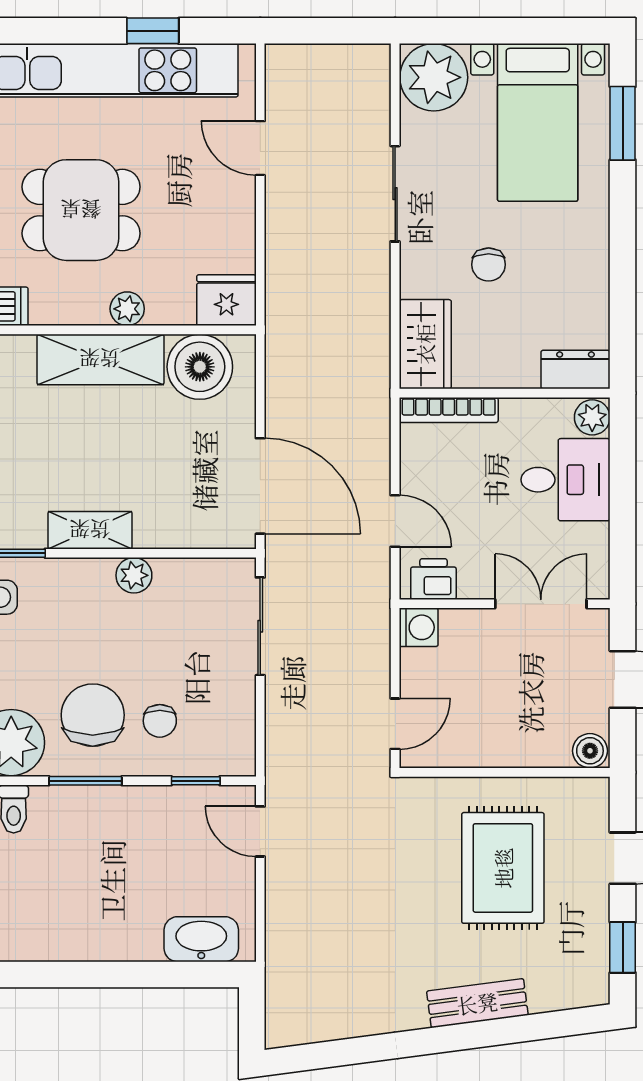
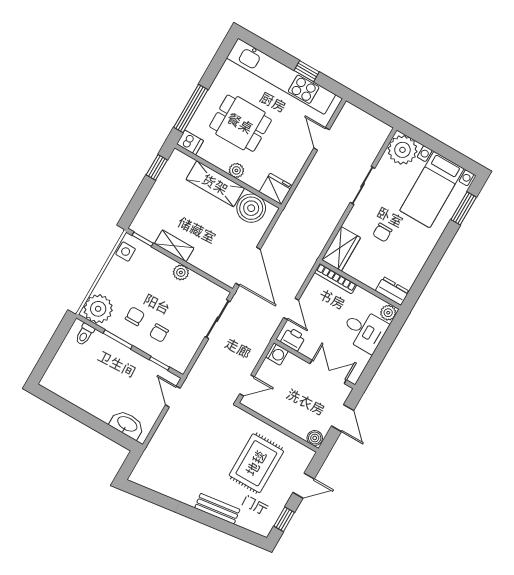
chair: (93, 715) -> (135, 316), width x0.54, depth x0.54

